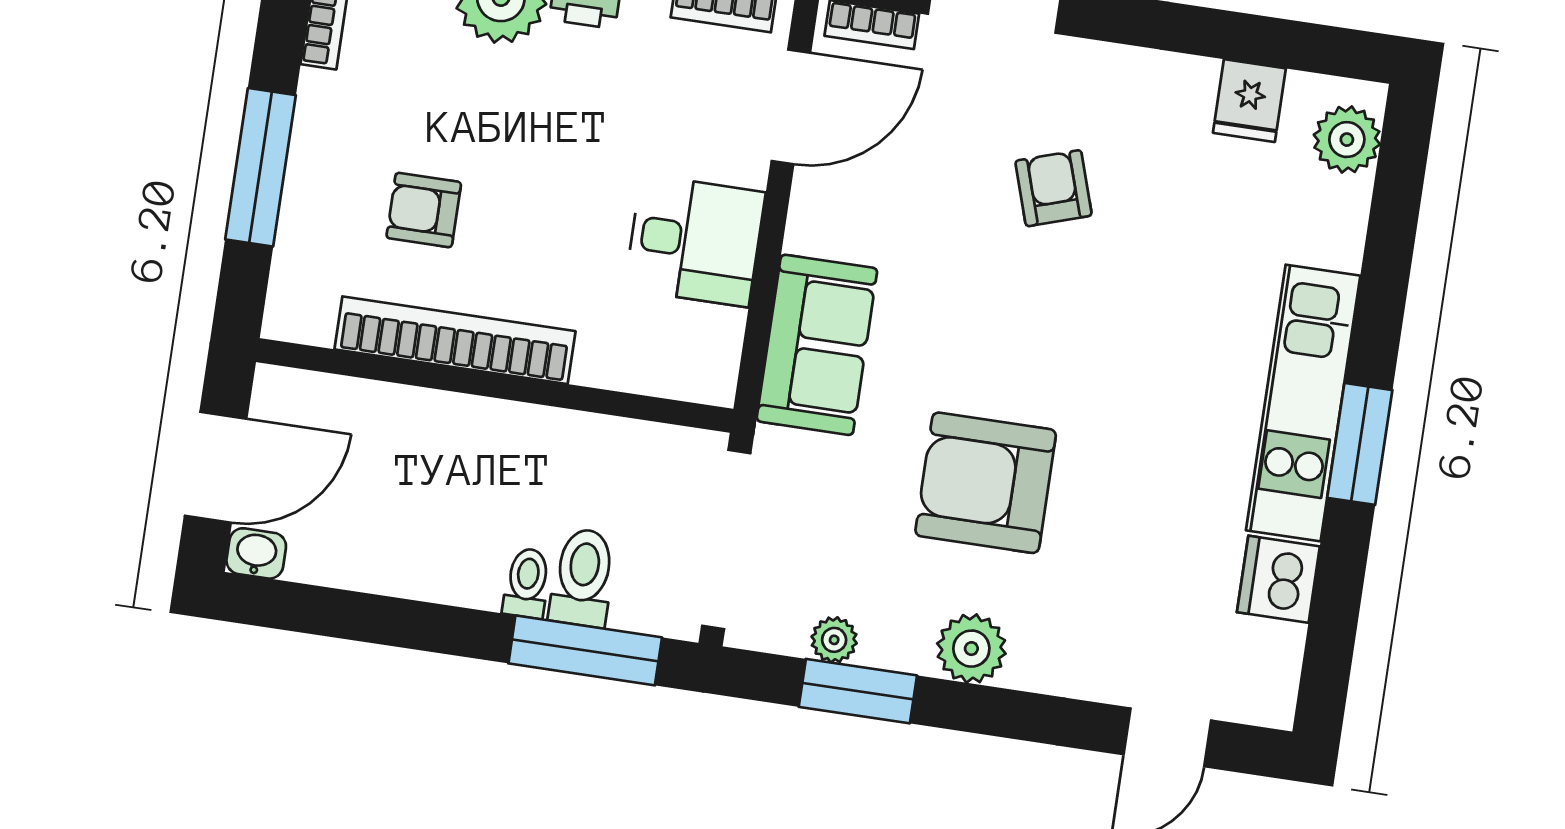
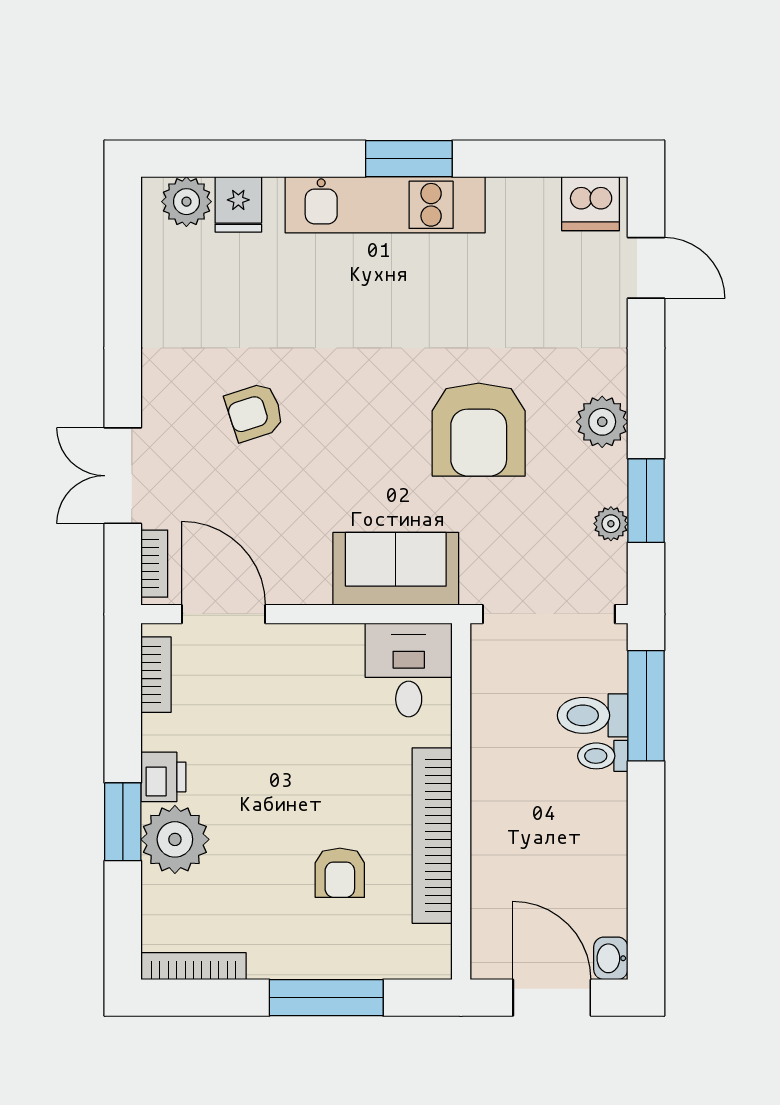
fridge: (1249, 101) -> (238, 204), moved, turned 90
desk: (695, 241) -> (409, 670), moved
dishwasher: (1278, 579) -> (590, 204), moved

